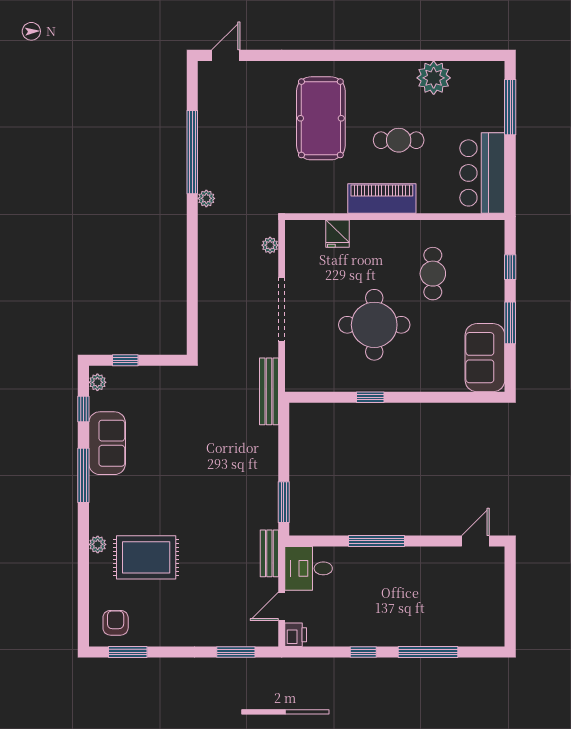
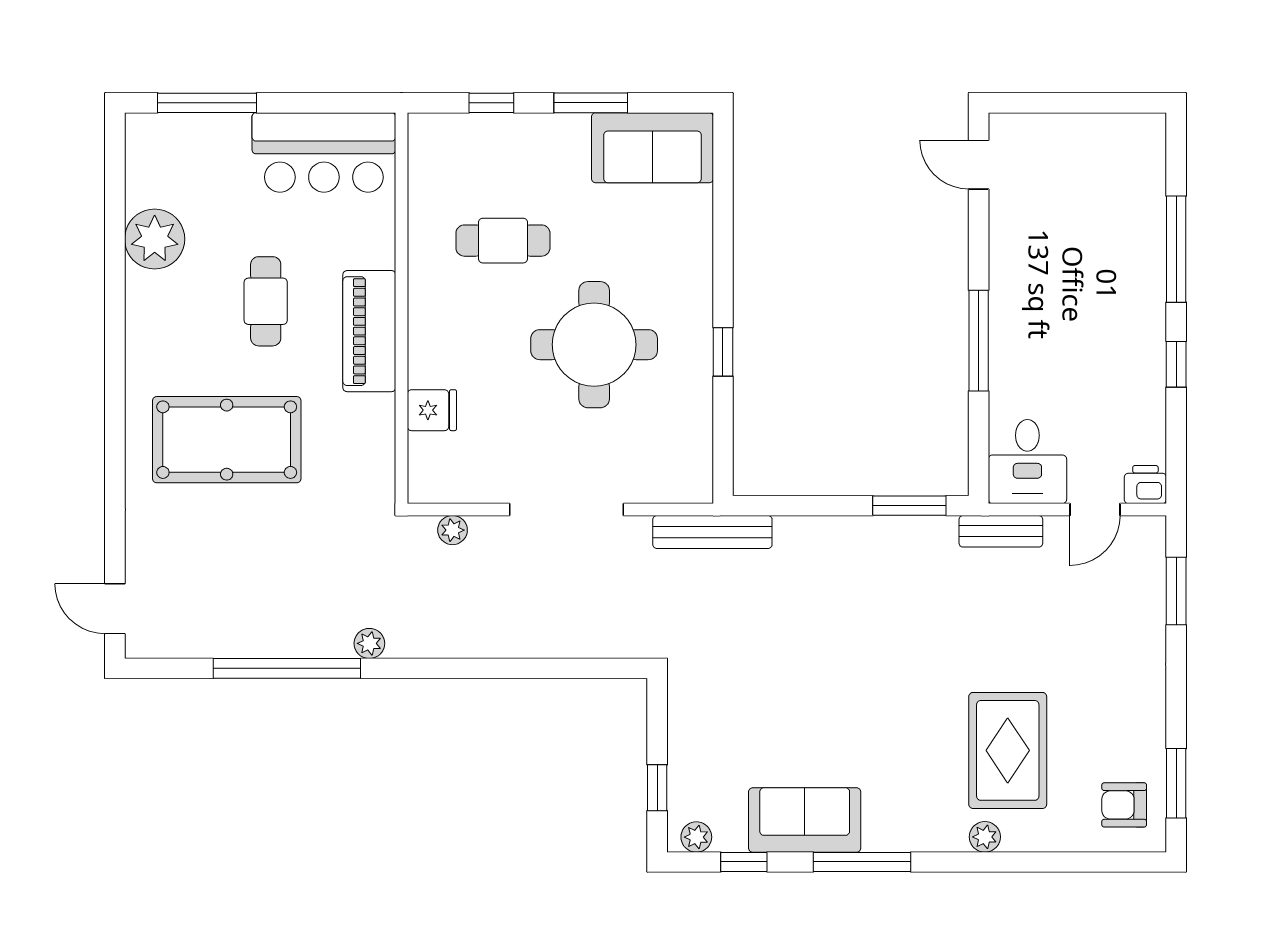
door: (282, 606) -> (1095, 510), hinge flipped

